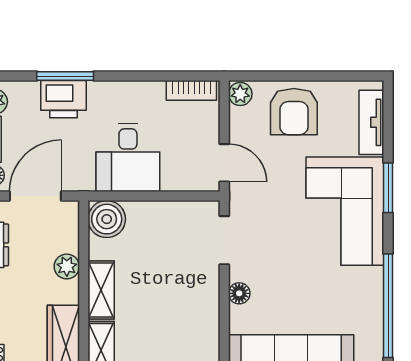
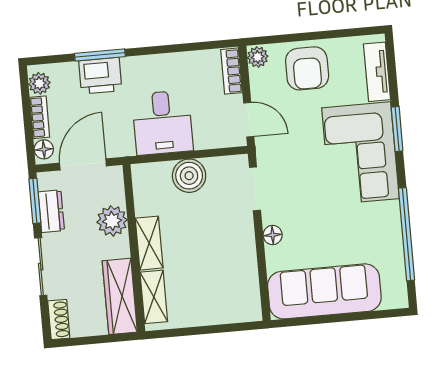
bookcase: (191, 90) -> (232, 71), moved, turned 90
boiler: (107, 219) -> (189, 176), moved
plant: (67, 266) -> (112, 221), width x1.38, depth x1.38

